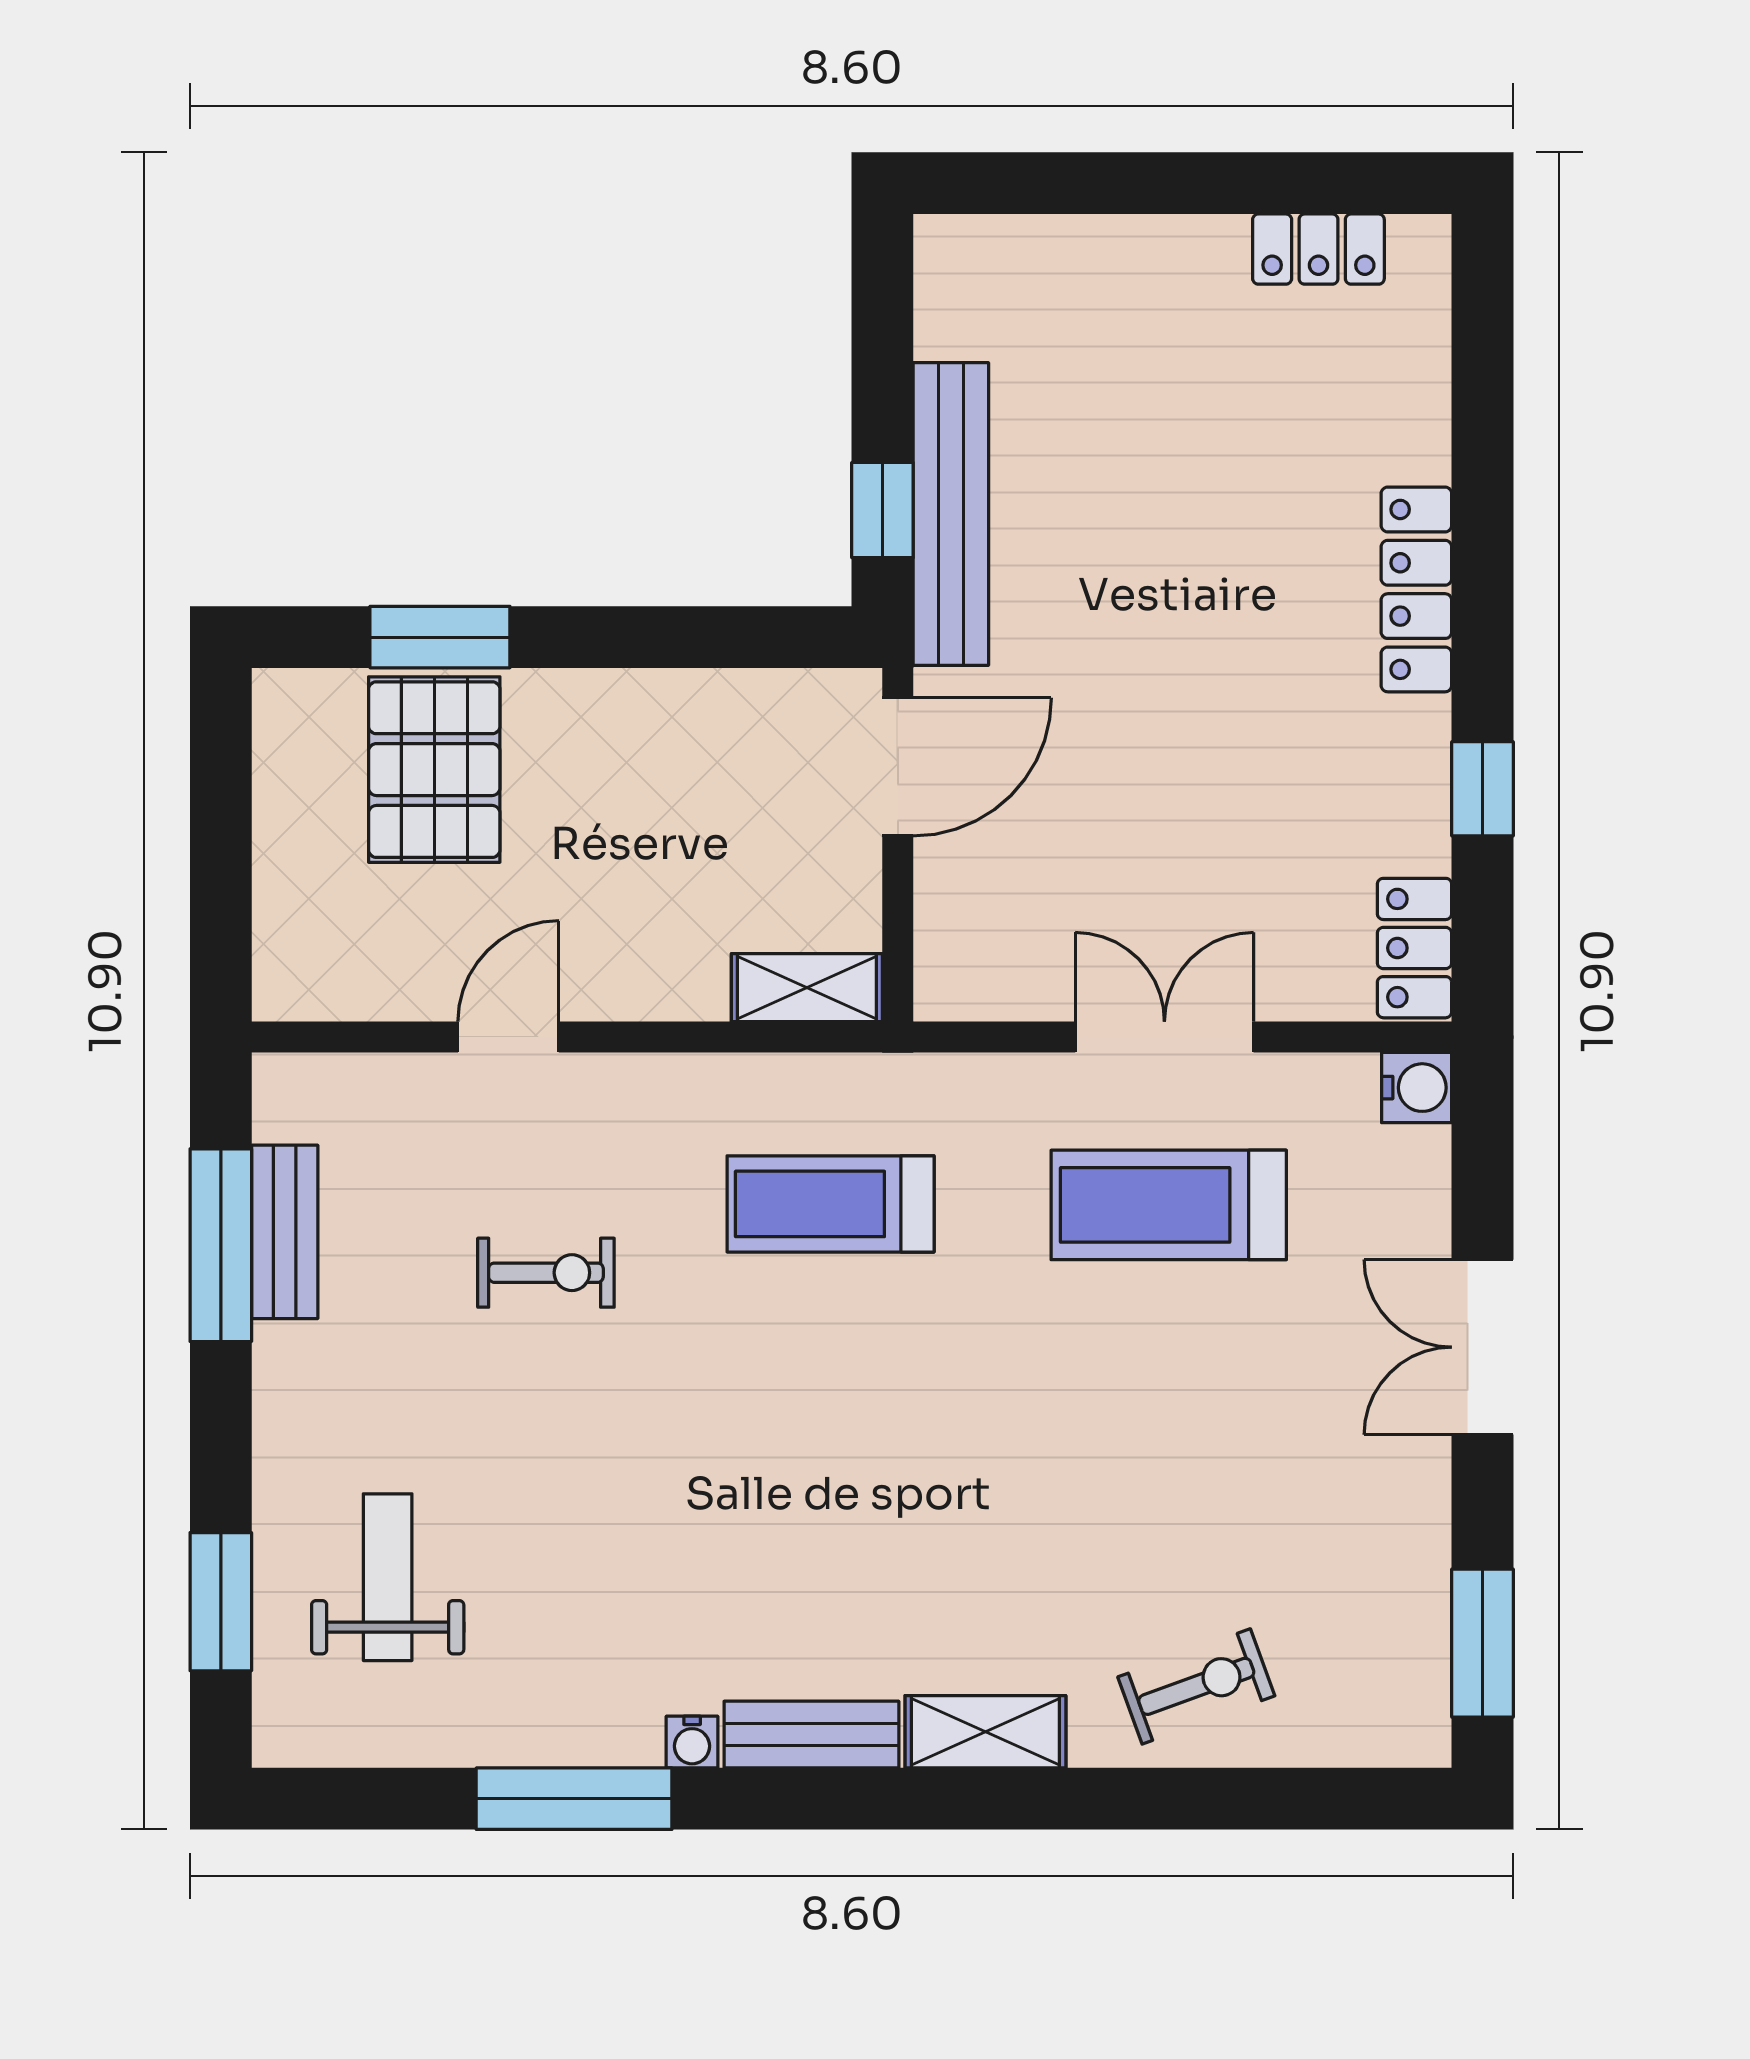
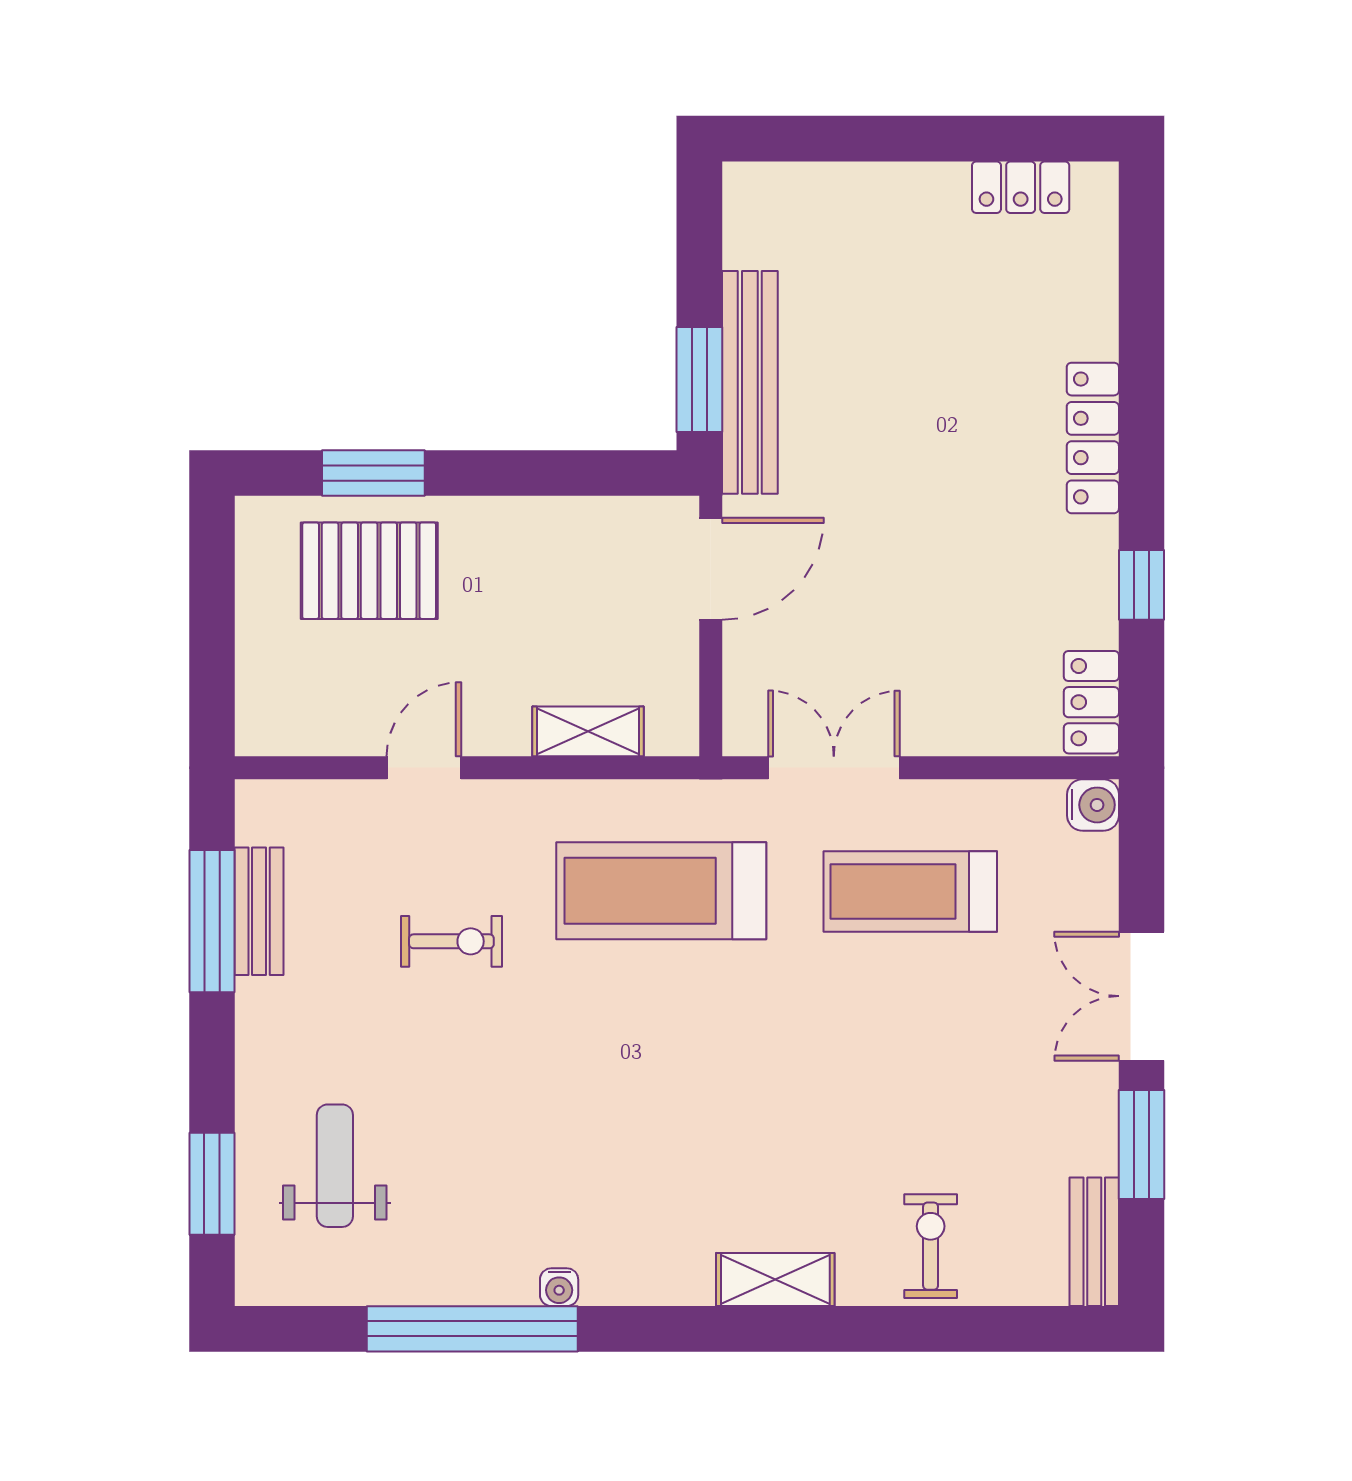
window: (882, 510) -> (699, 380), width x1.50
pallet: (434, 770) -> (369, 571), turned 90
shelving: (807, 988) -> (588, 731), moved
double door: (1164, 1037) -> (834, 768), moved
treadmill: (831, 1204) -> (661, 891), width x1.37, depth x1.37
window: (1482, 1643) -> (1141, 1144), moved
exercise bike: (1196, 1686) -> (931, 1246), turned -70
bench: (811, 1735) -> (1094, 1242), moved, turned 90
window: (574, 1799) -> (472, 1329), width x1.46

